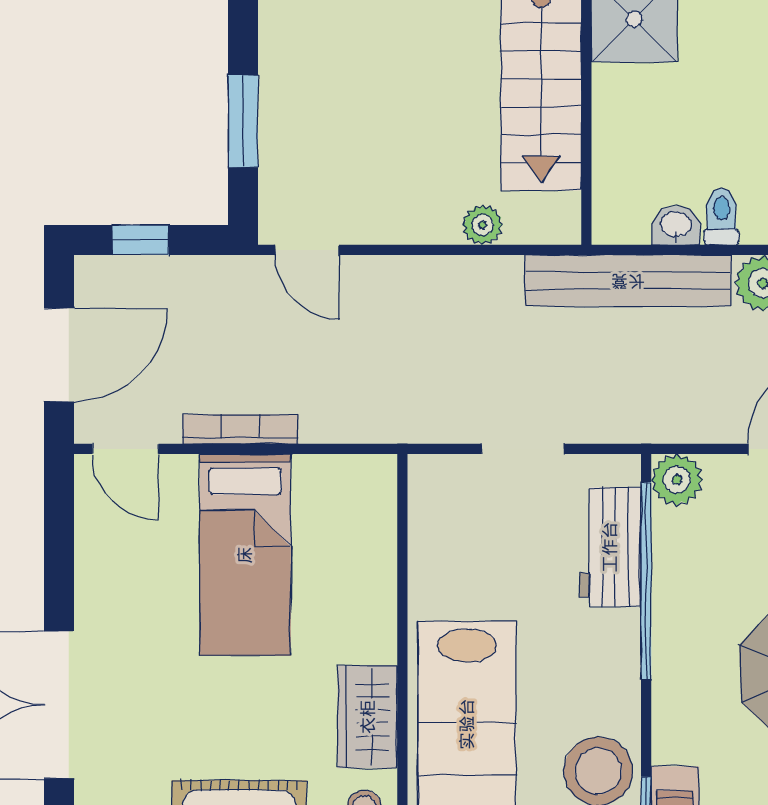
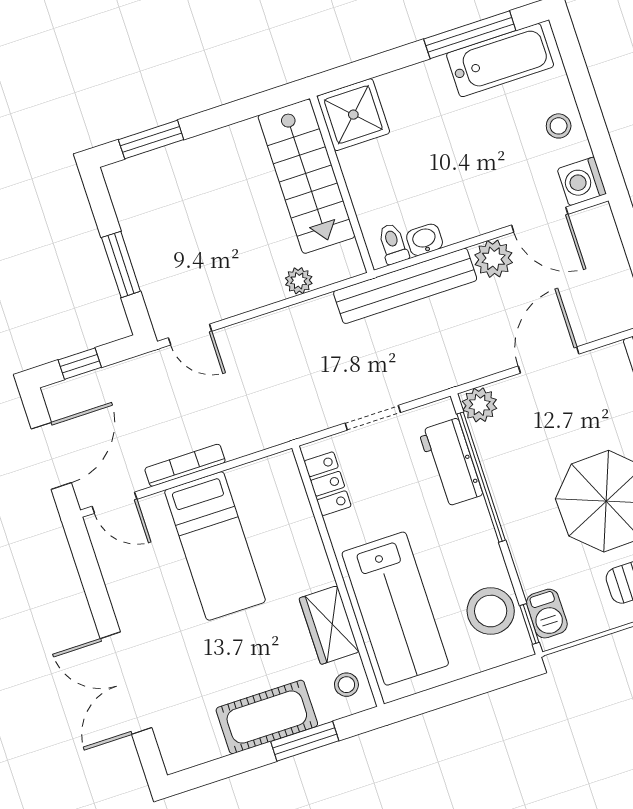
toilet: (722, 217) -> (393, 244), moved
locker: (430, 520) -> (328, 484), added

